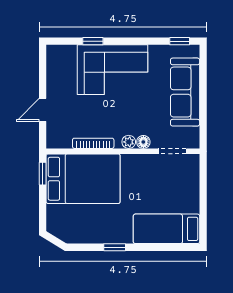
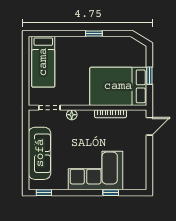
door: (43, 110) -> (149, 126), moved
plant: (129, 142) -> (83, 115), removed
window: (43, 174) -> (149, 76), moved
bed: (166, 229) -> (43, 62), moved, turned 90

